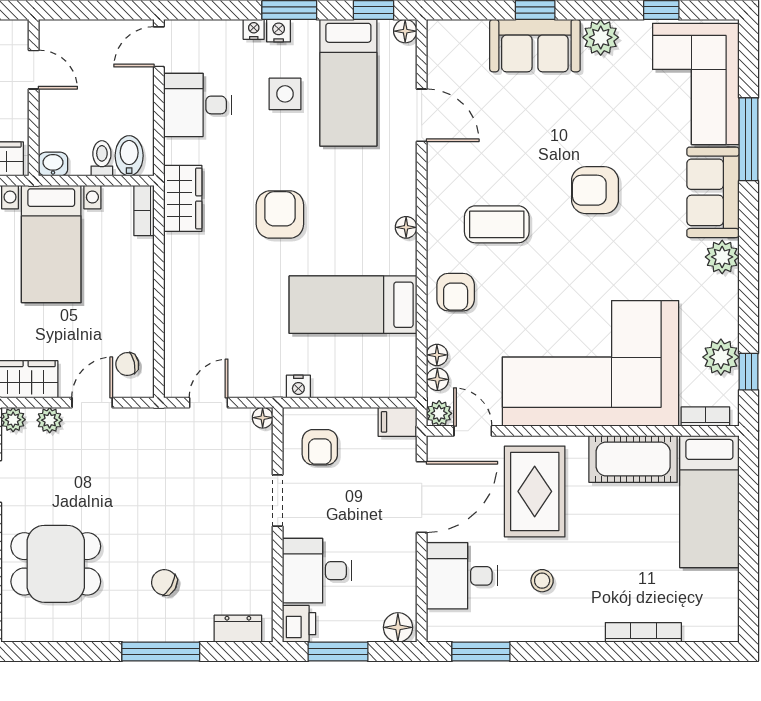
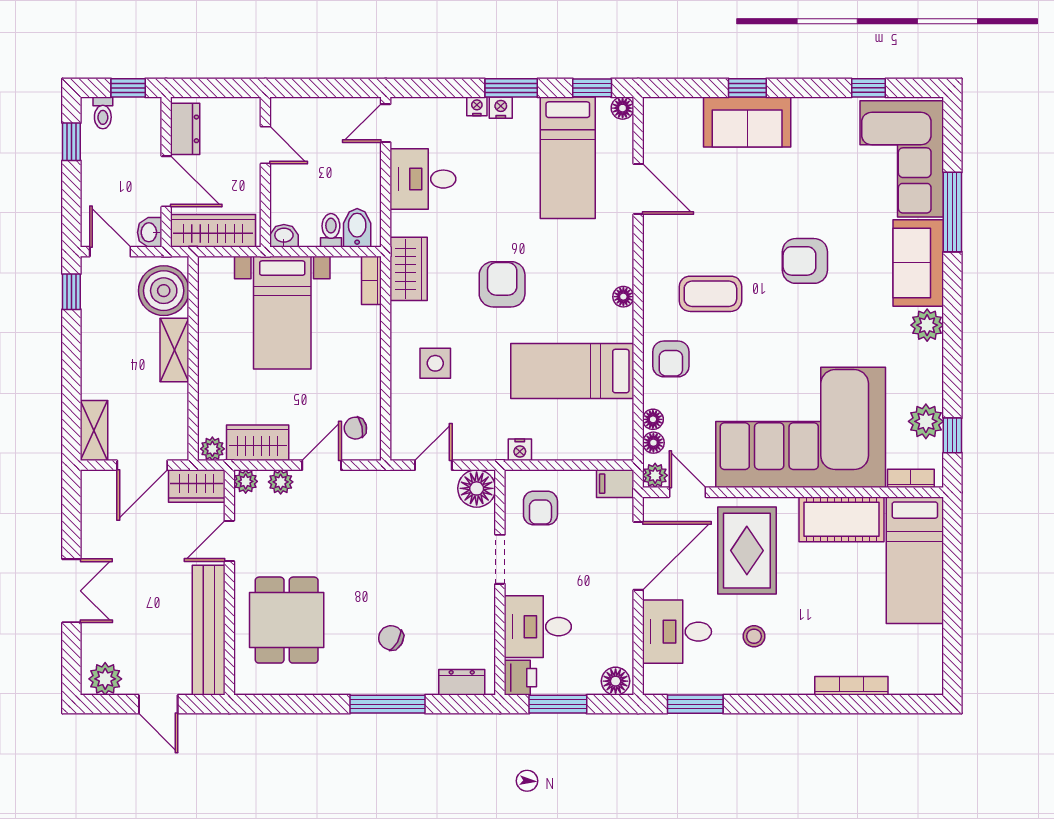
plant: (601, 37) -> (810, 114), removed
side table: (285, 94) -> (435, 363), moved
floor lamp: (263, 418) -> (477, 488), width x1.89, depth x1.89
dining table: (56, 564) -> (287, 620), turned 90

